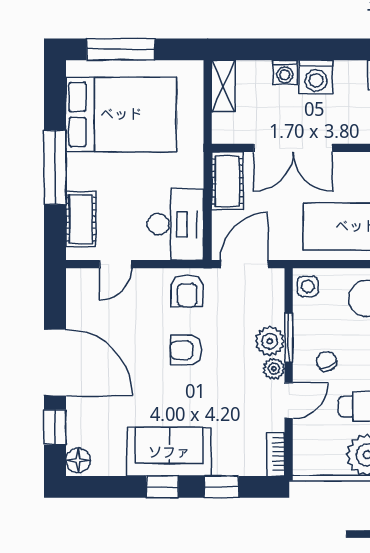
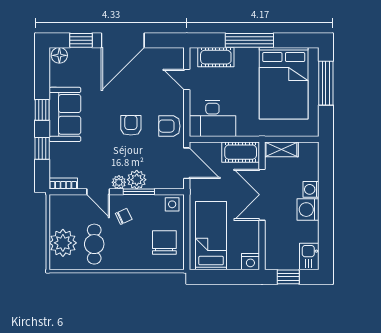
shelving: (223, 86) -> (281, 149), moved

